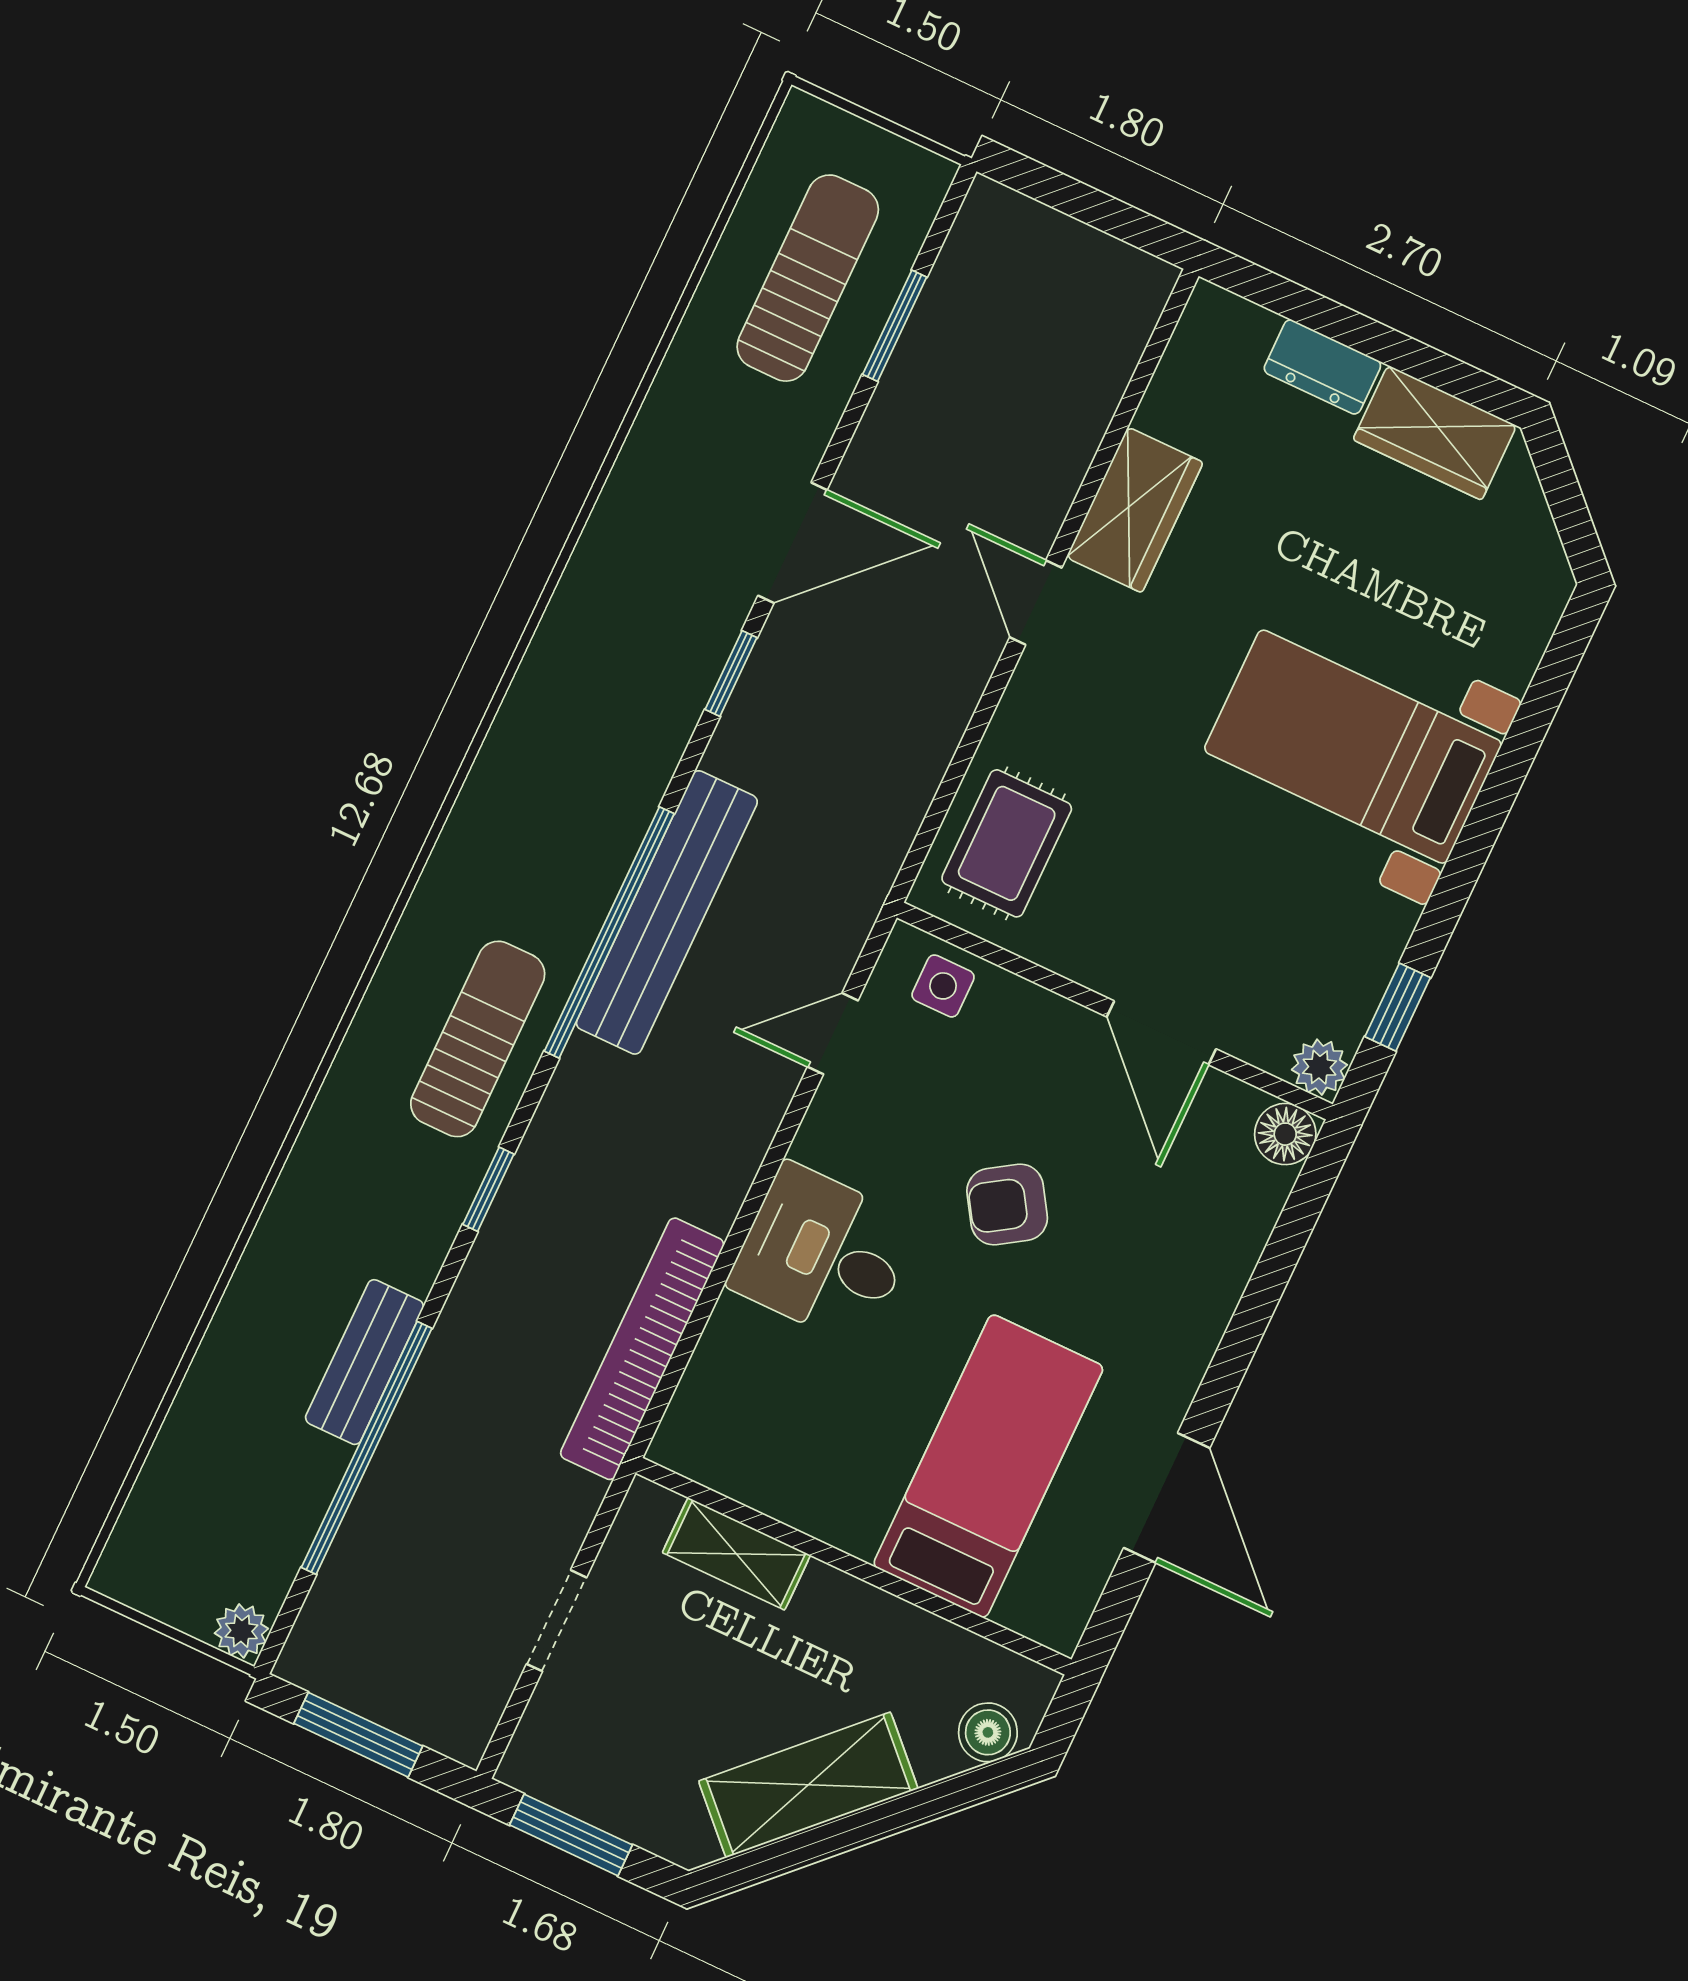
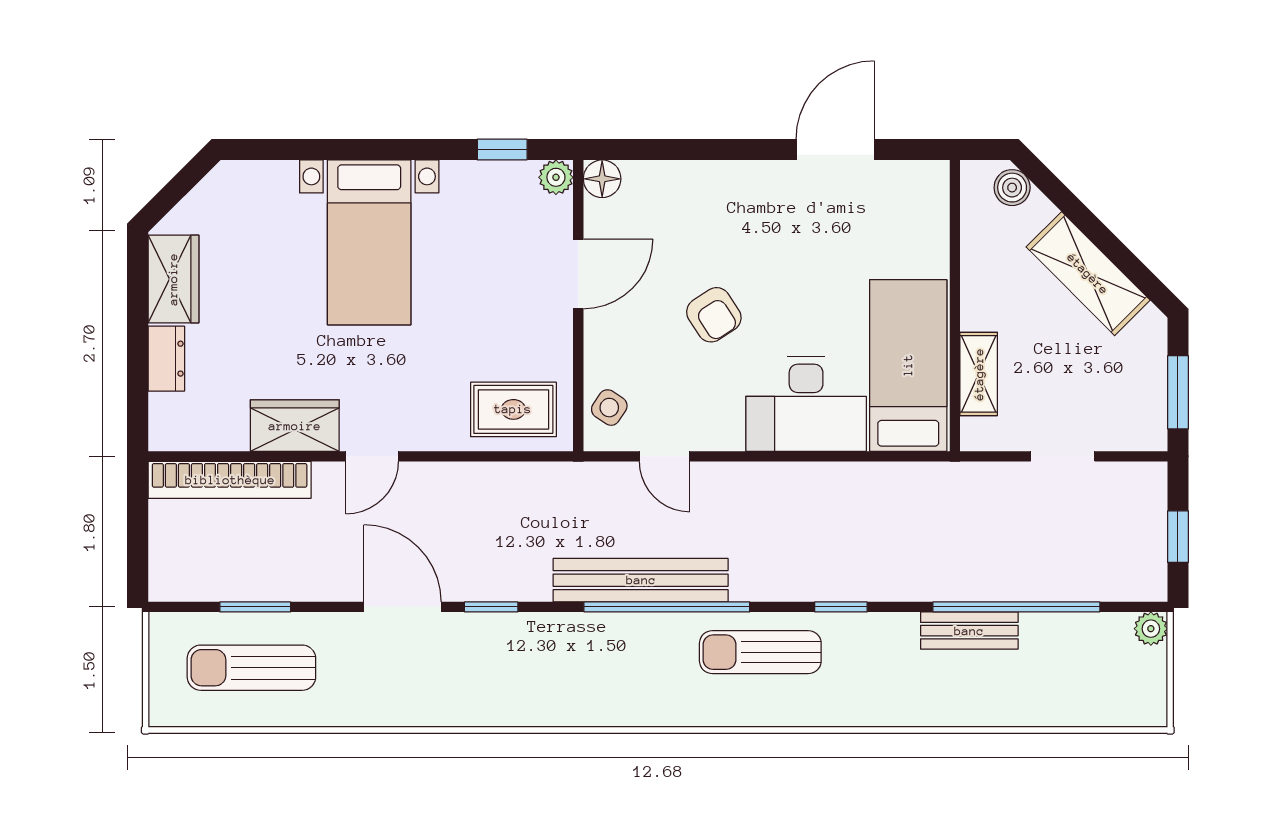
side table: (943, 986) -> (609, 408), turned 34
desk: (823, 1254) -> (806, 404), width x1.37
bookcase: (642, 1349) -> (230, 480), moved
bed: (988, 1466) -> (908, 365), moved, turned 90
window: (358, 1735) -> (1178, 537), width x0.67

